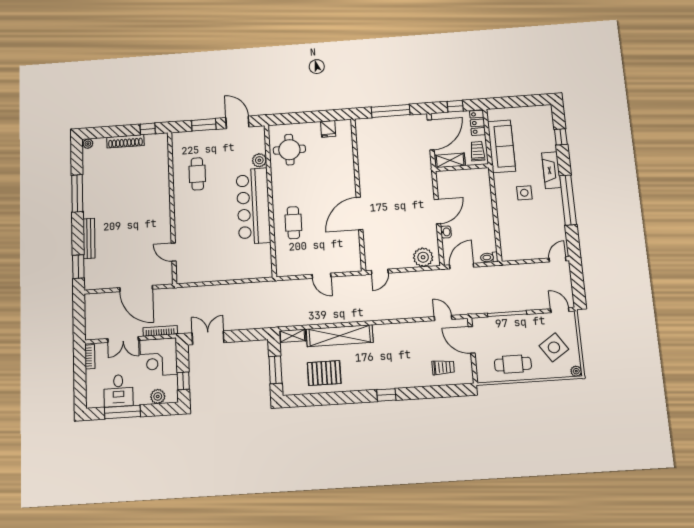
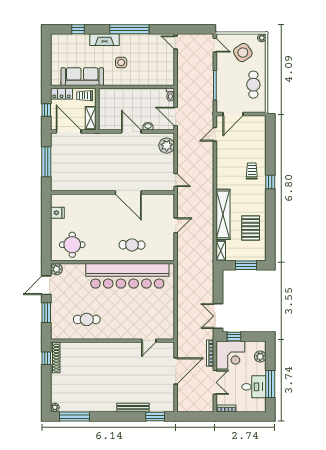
shoe rack: (125, 141) -> (55, 358), moved
plant: (259, 160) -> (56, 269), moved
window: (77, 193) -> (75, 417), moved
bar counter: (253, 206) -> (127, 276), width x1.36
door: (560, 310) -> (215, 45), swing flipped
trolley: (443, 367) -> (252, 171), moved
window: (183, 381) -> (234, 336), moved

